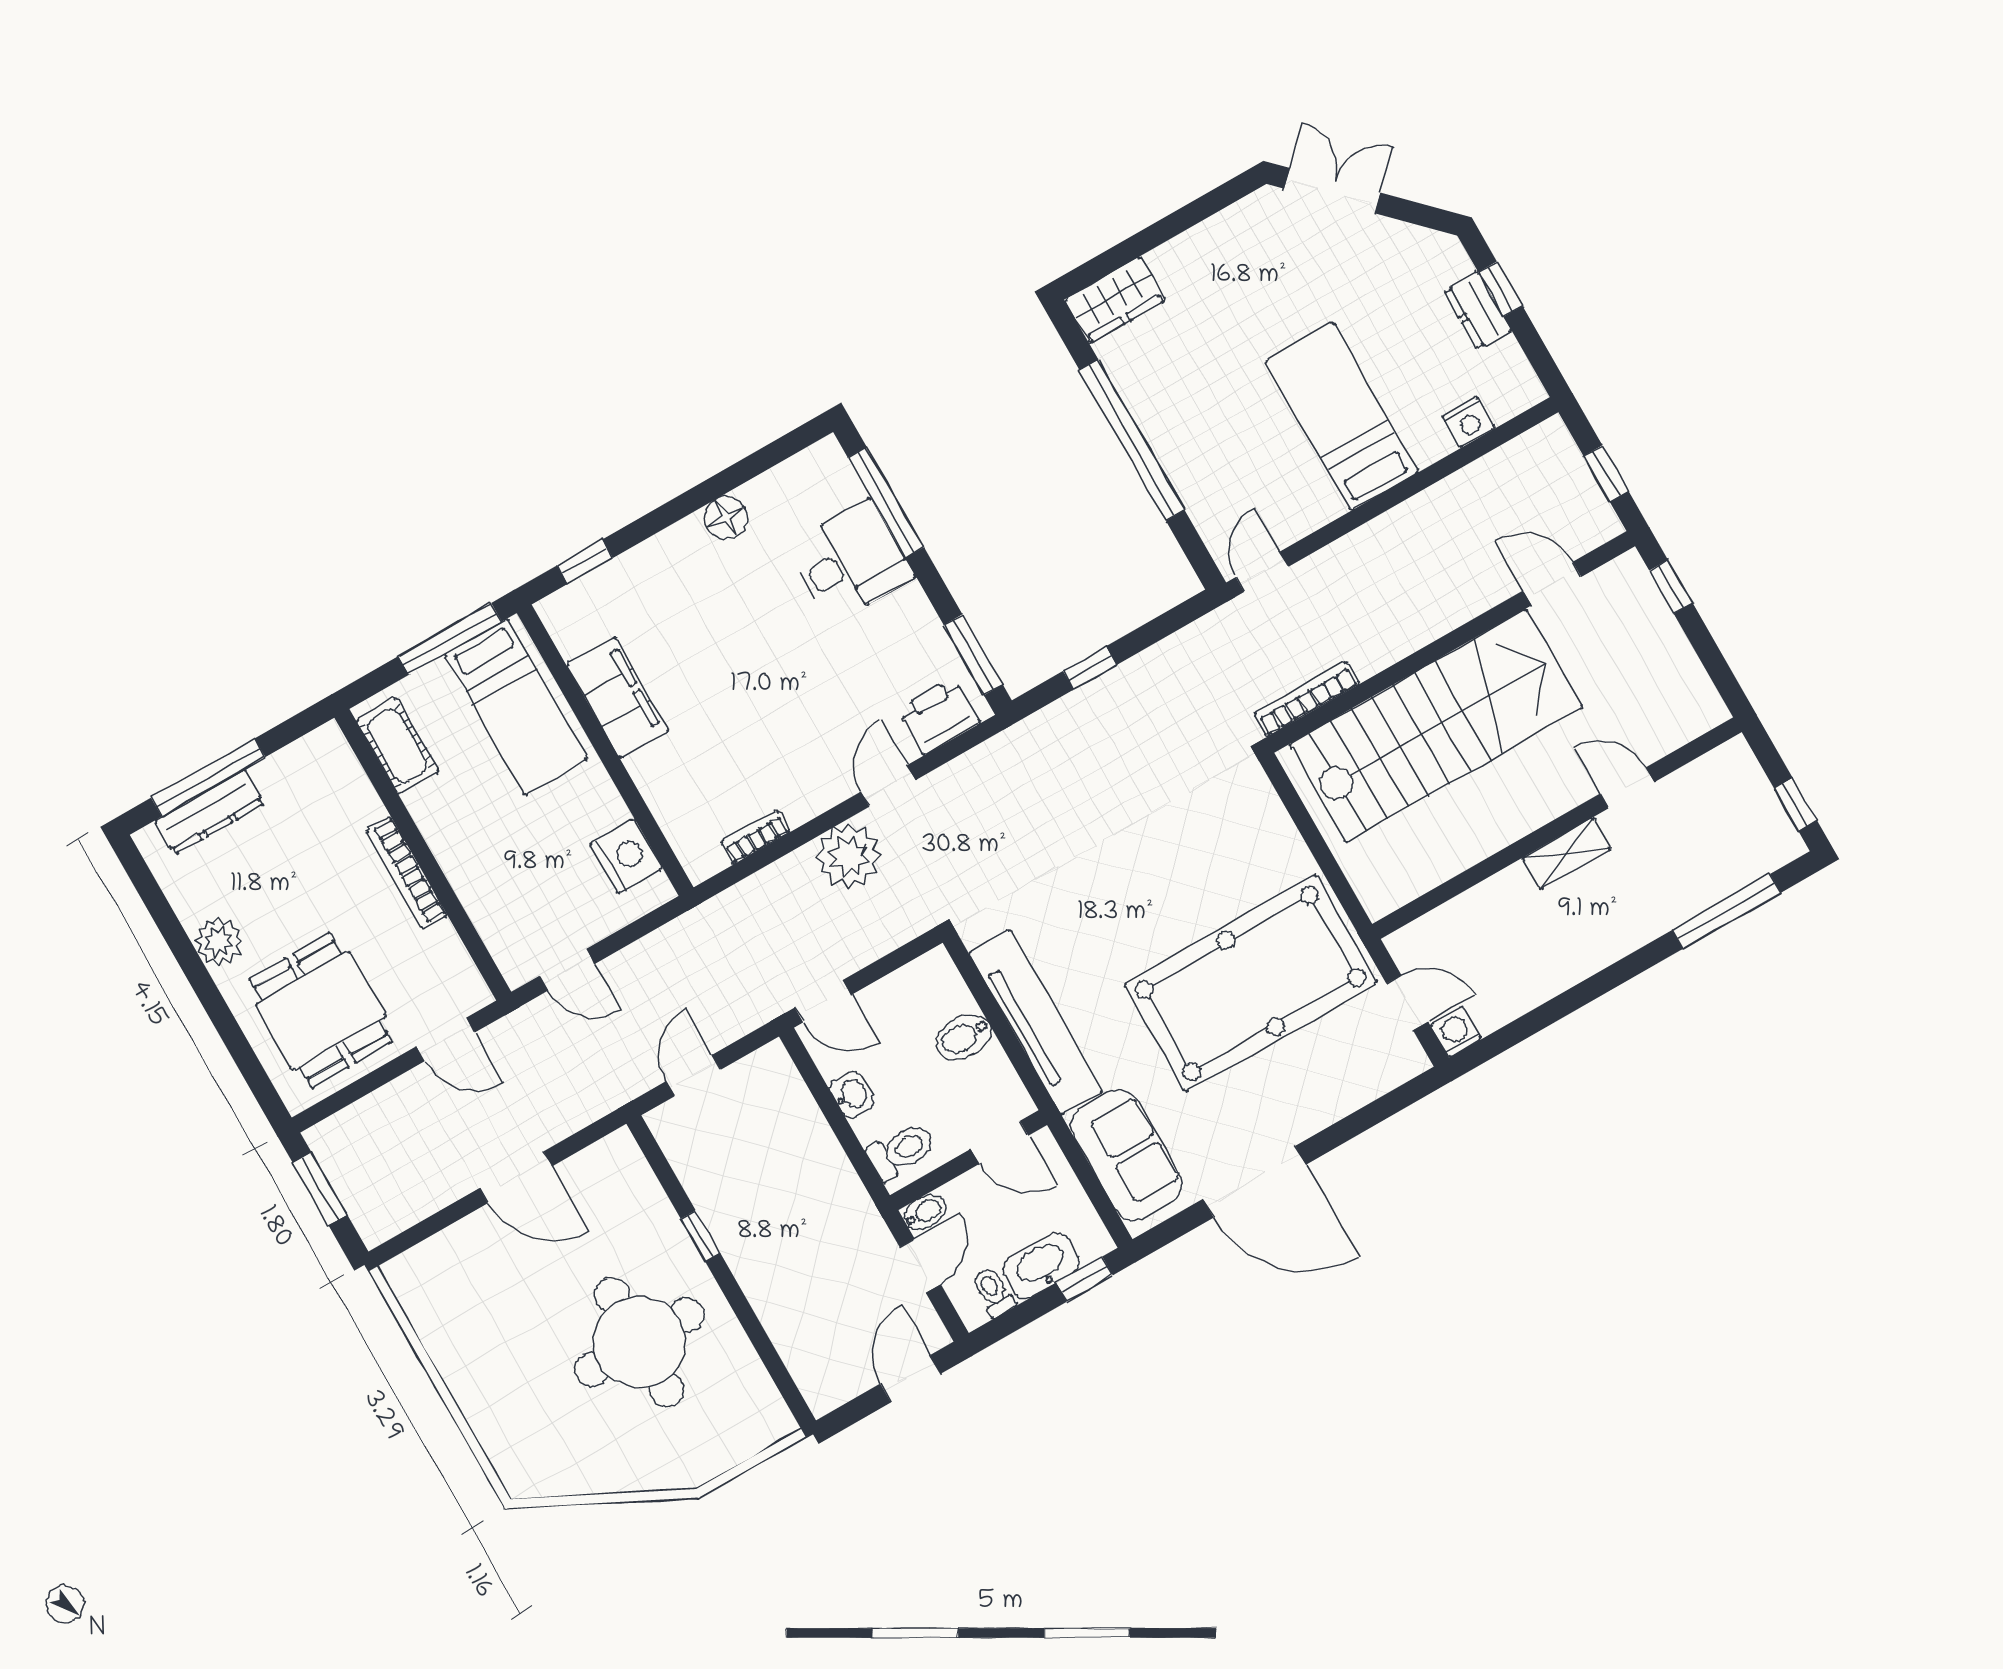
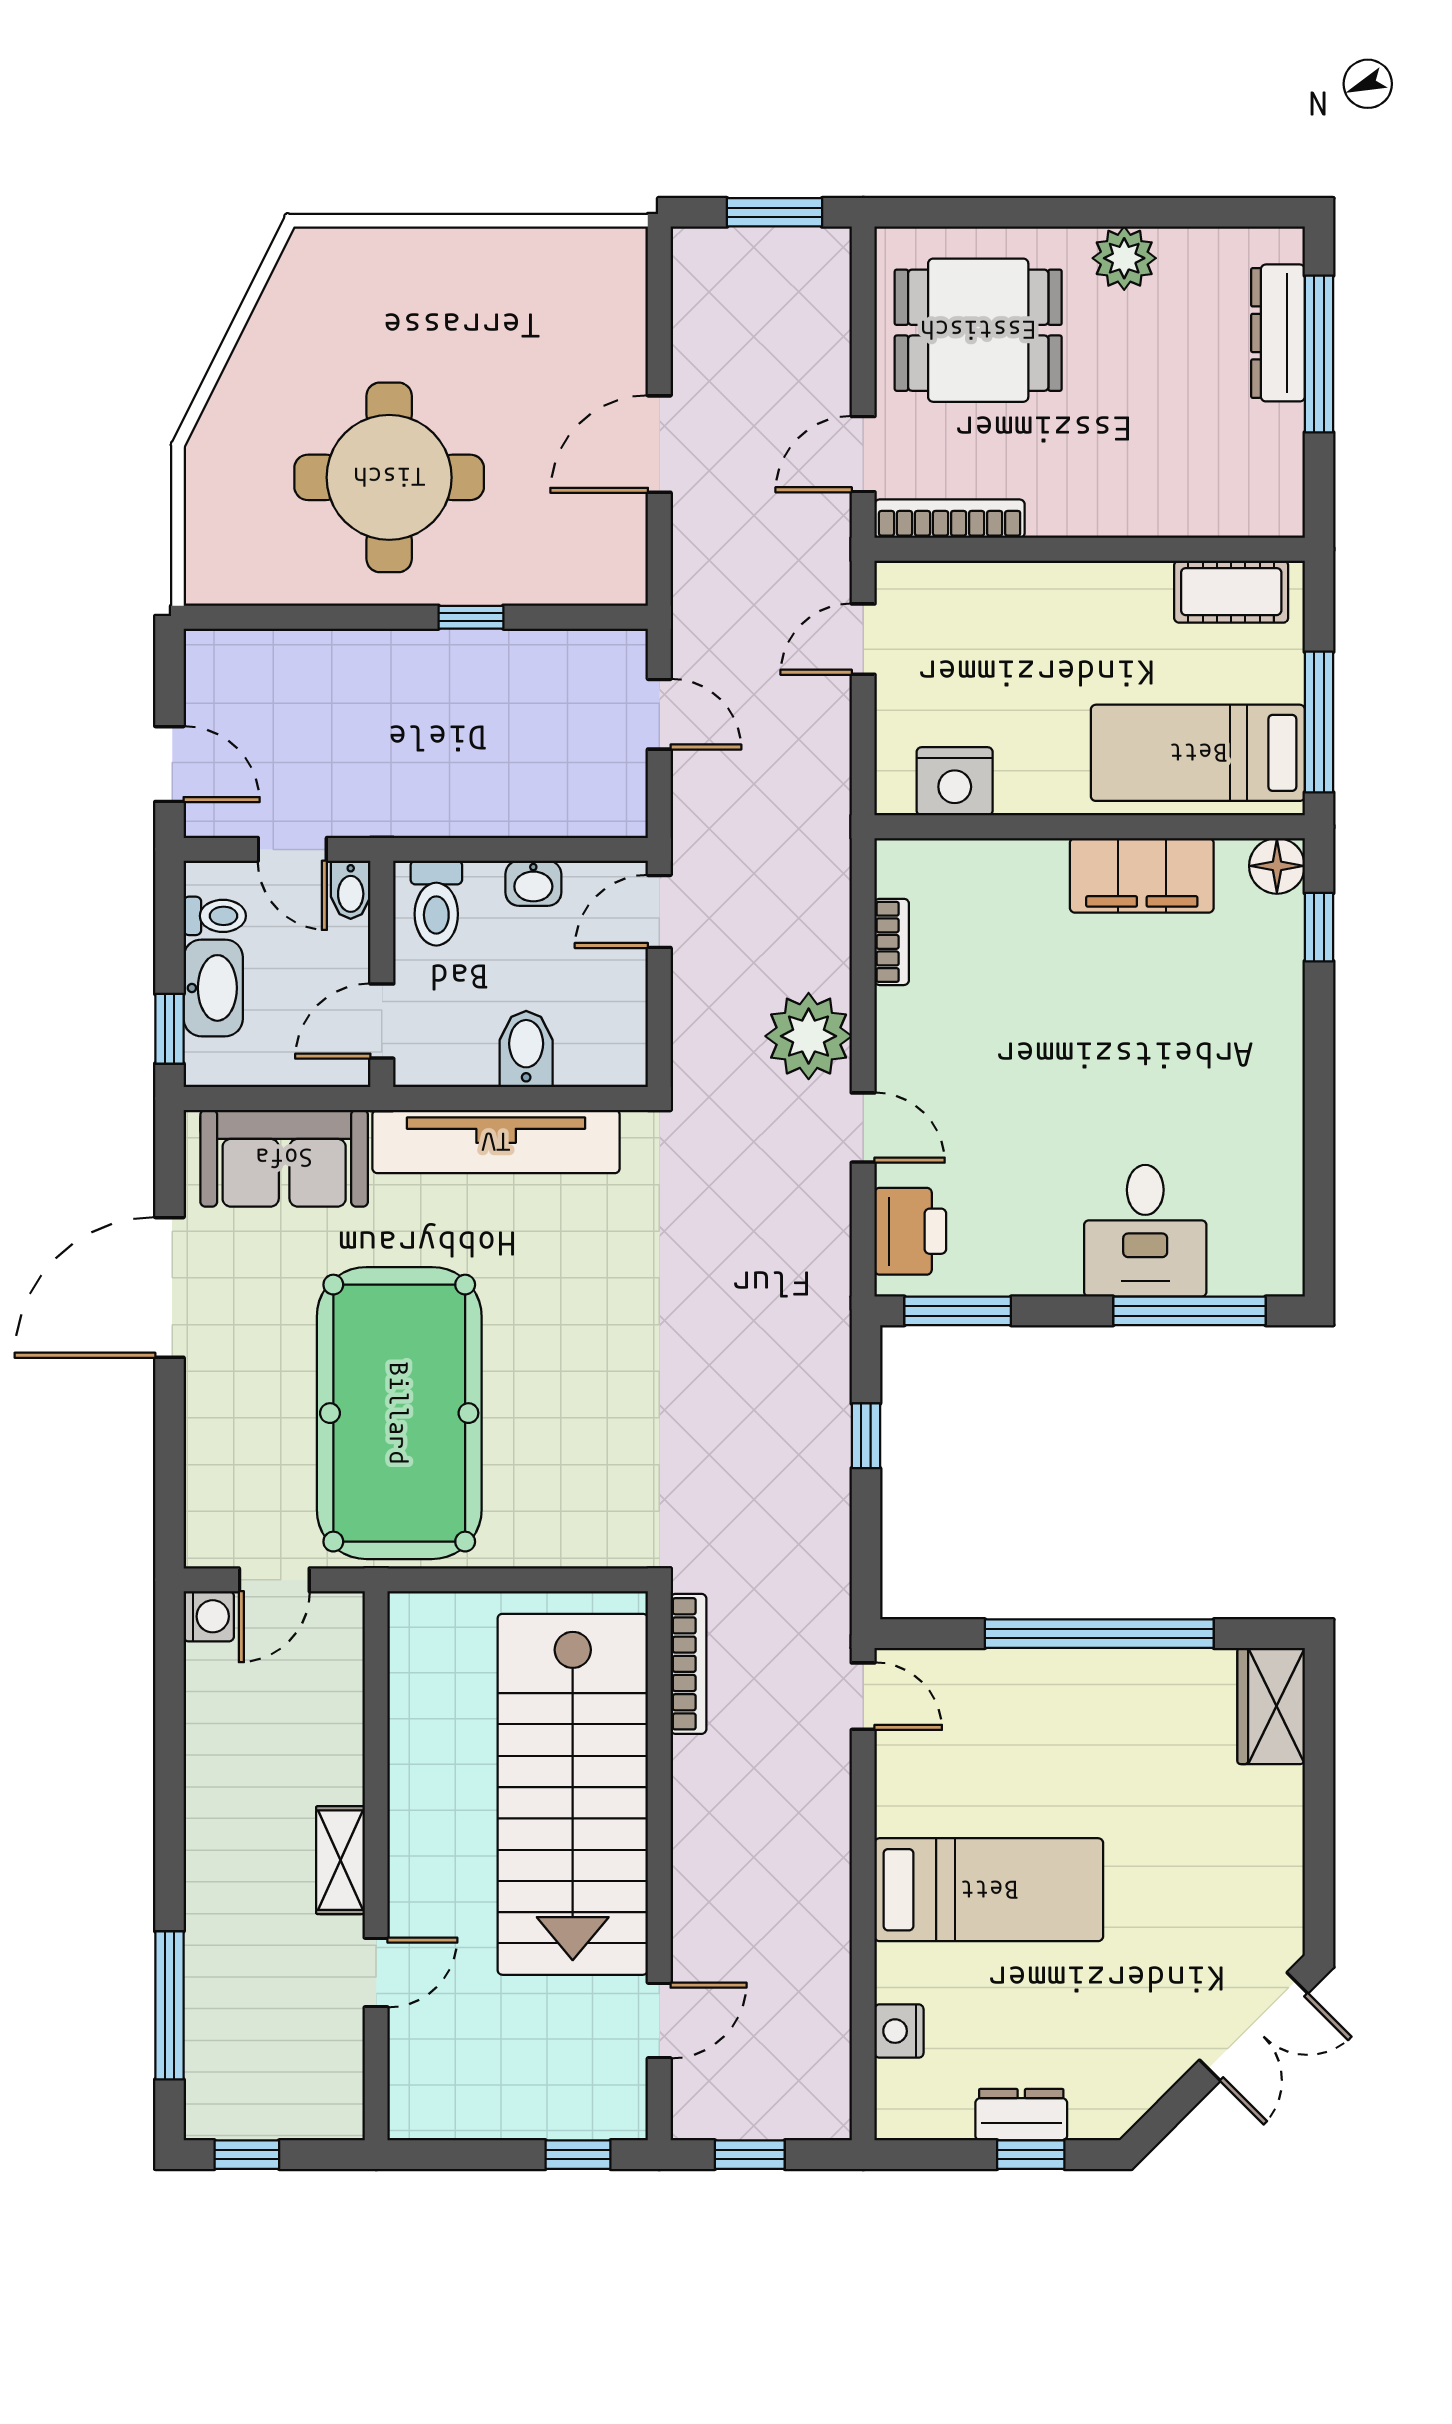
floor lamp: (726, 518) -> (1277, 866), moved
bookcase: (407, 873) -> (950, 519), moved

